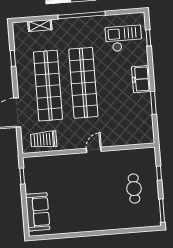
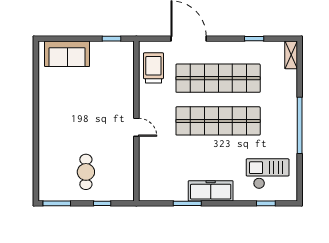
shelving: (40, 25) -> (291, 55), moved
checkout: (124, 38) -> (268, 174), turned -90
freezer: (141, 79) -> (211, 191), width x1.40
cafe table: (134, 189) -> (86, 172), turned 90

